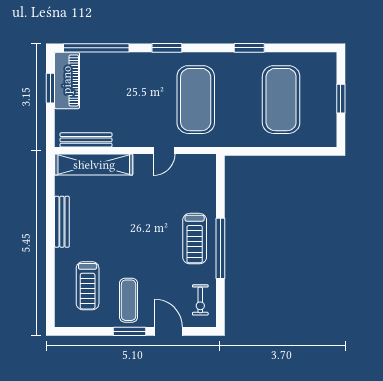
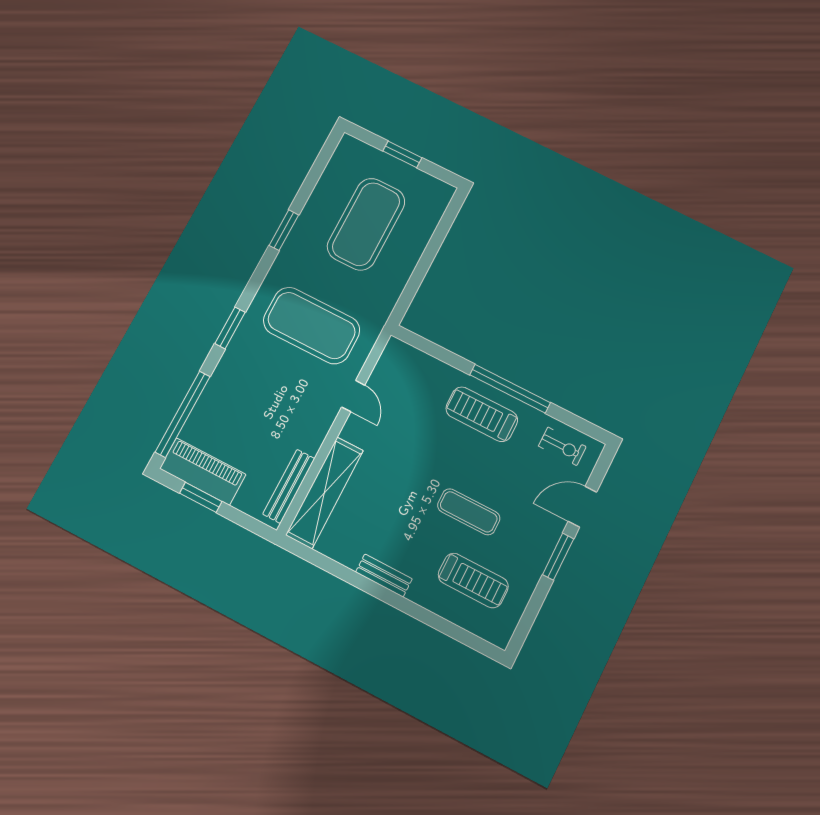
exercise mat: (281, 100) -> (366, 224), turned 90
bench: (62, 222) -> (384, 575), width x0.73
treadmill: (195, 239) -> (482, 414), turned 180
exercise mat: (129, 300) -> (469, 512), moved

